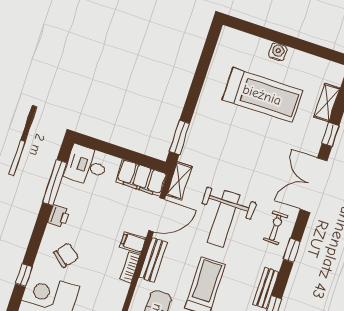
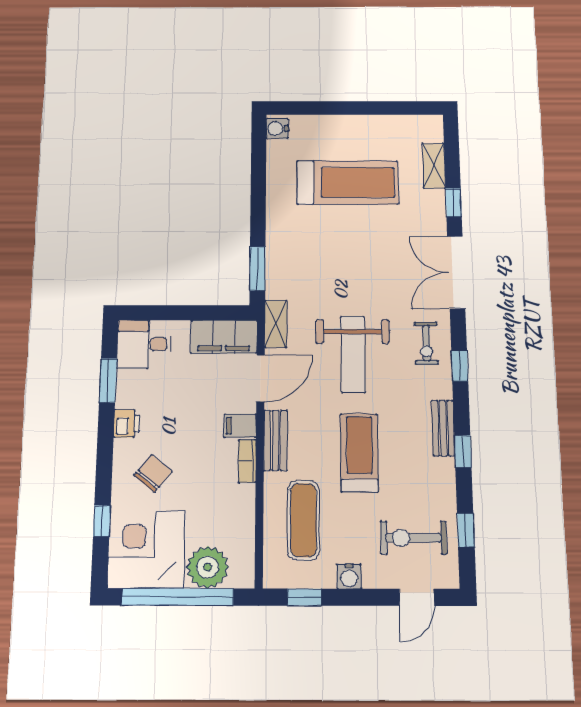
water cooler: (278, 52) -> (277, 129), moved, turned -90
window: (55, 183) -> (108, 380), width x0.69
exercise bike: (276, 228) -> (426, 343), turned 180

